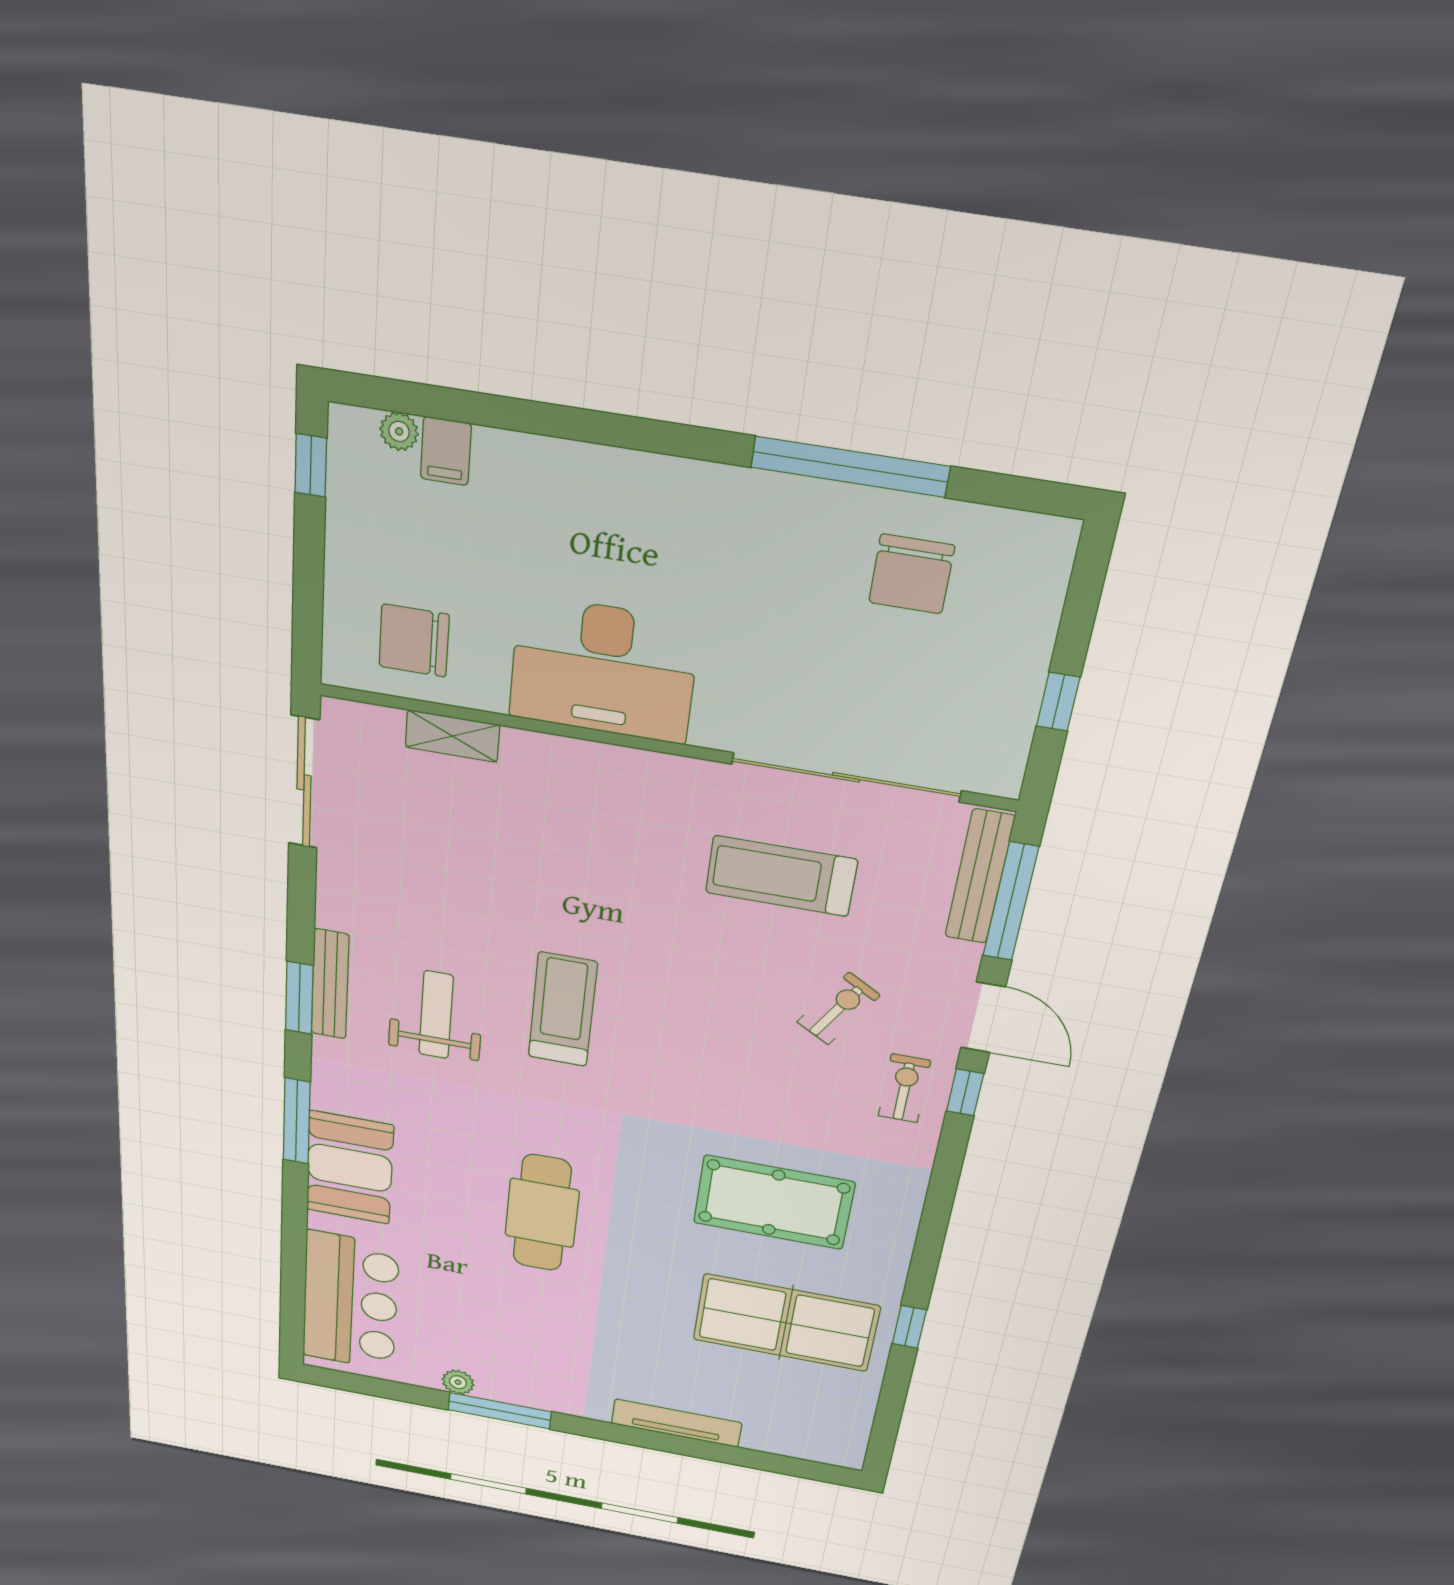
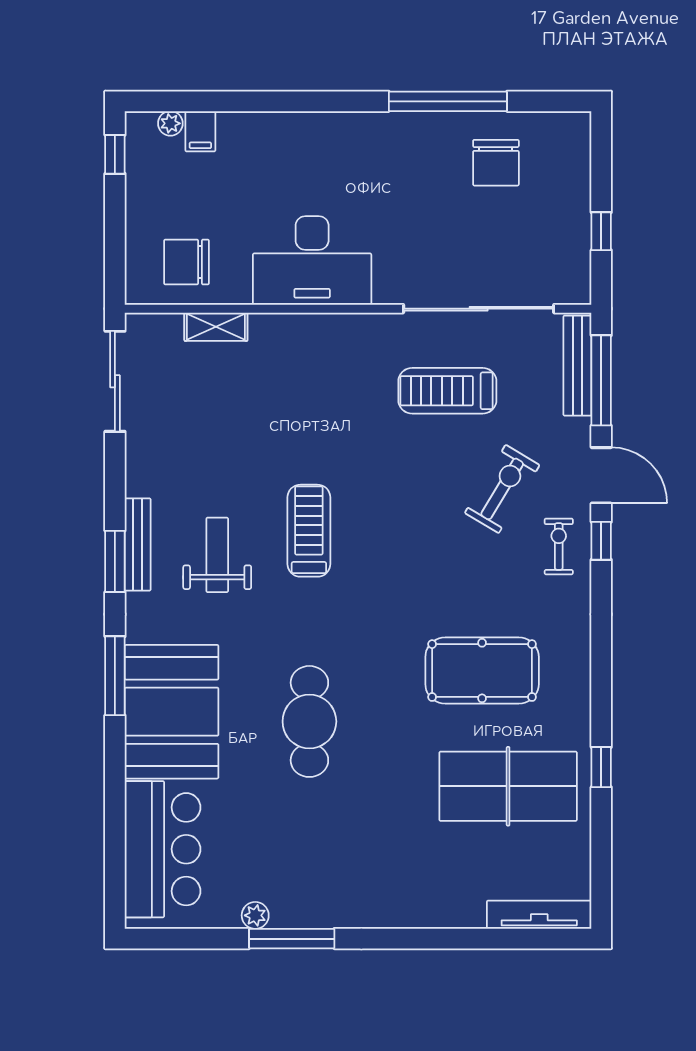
exercise bike: (838, 1009) -> (502, 489), width x1.38, depth x1.39
booth: (350, 1168) -> (172, 712), width x1.36, depth x1.42
tv unit: (676, 1423) -> (539, 915), moved

